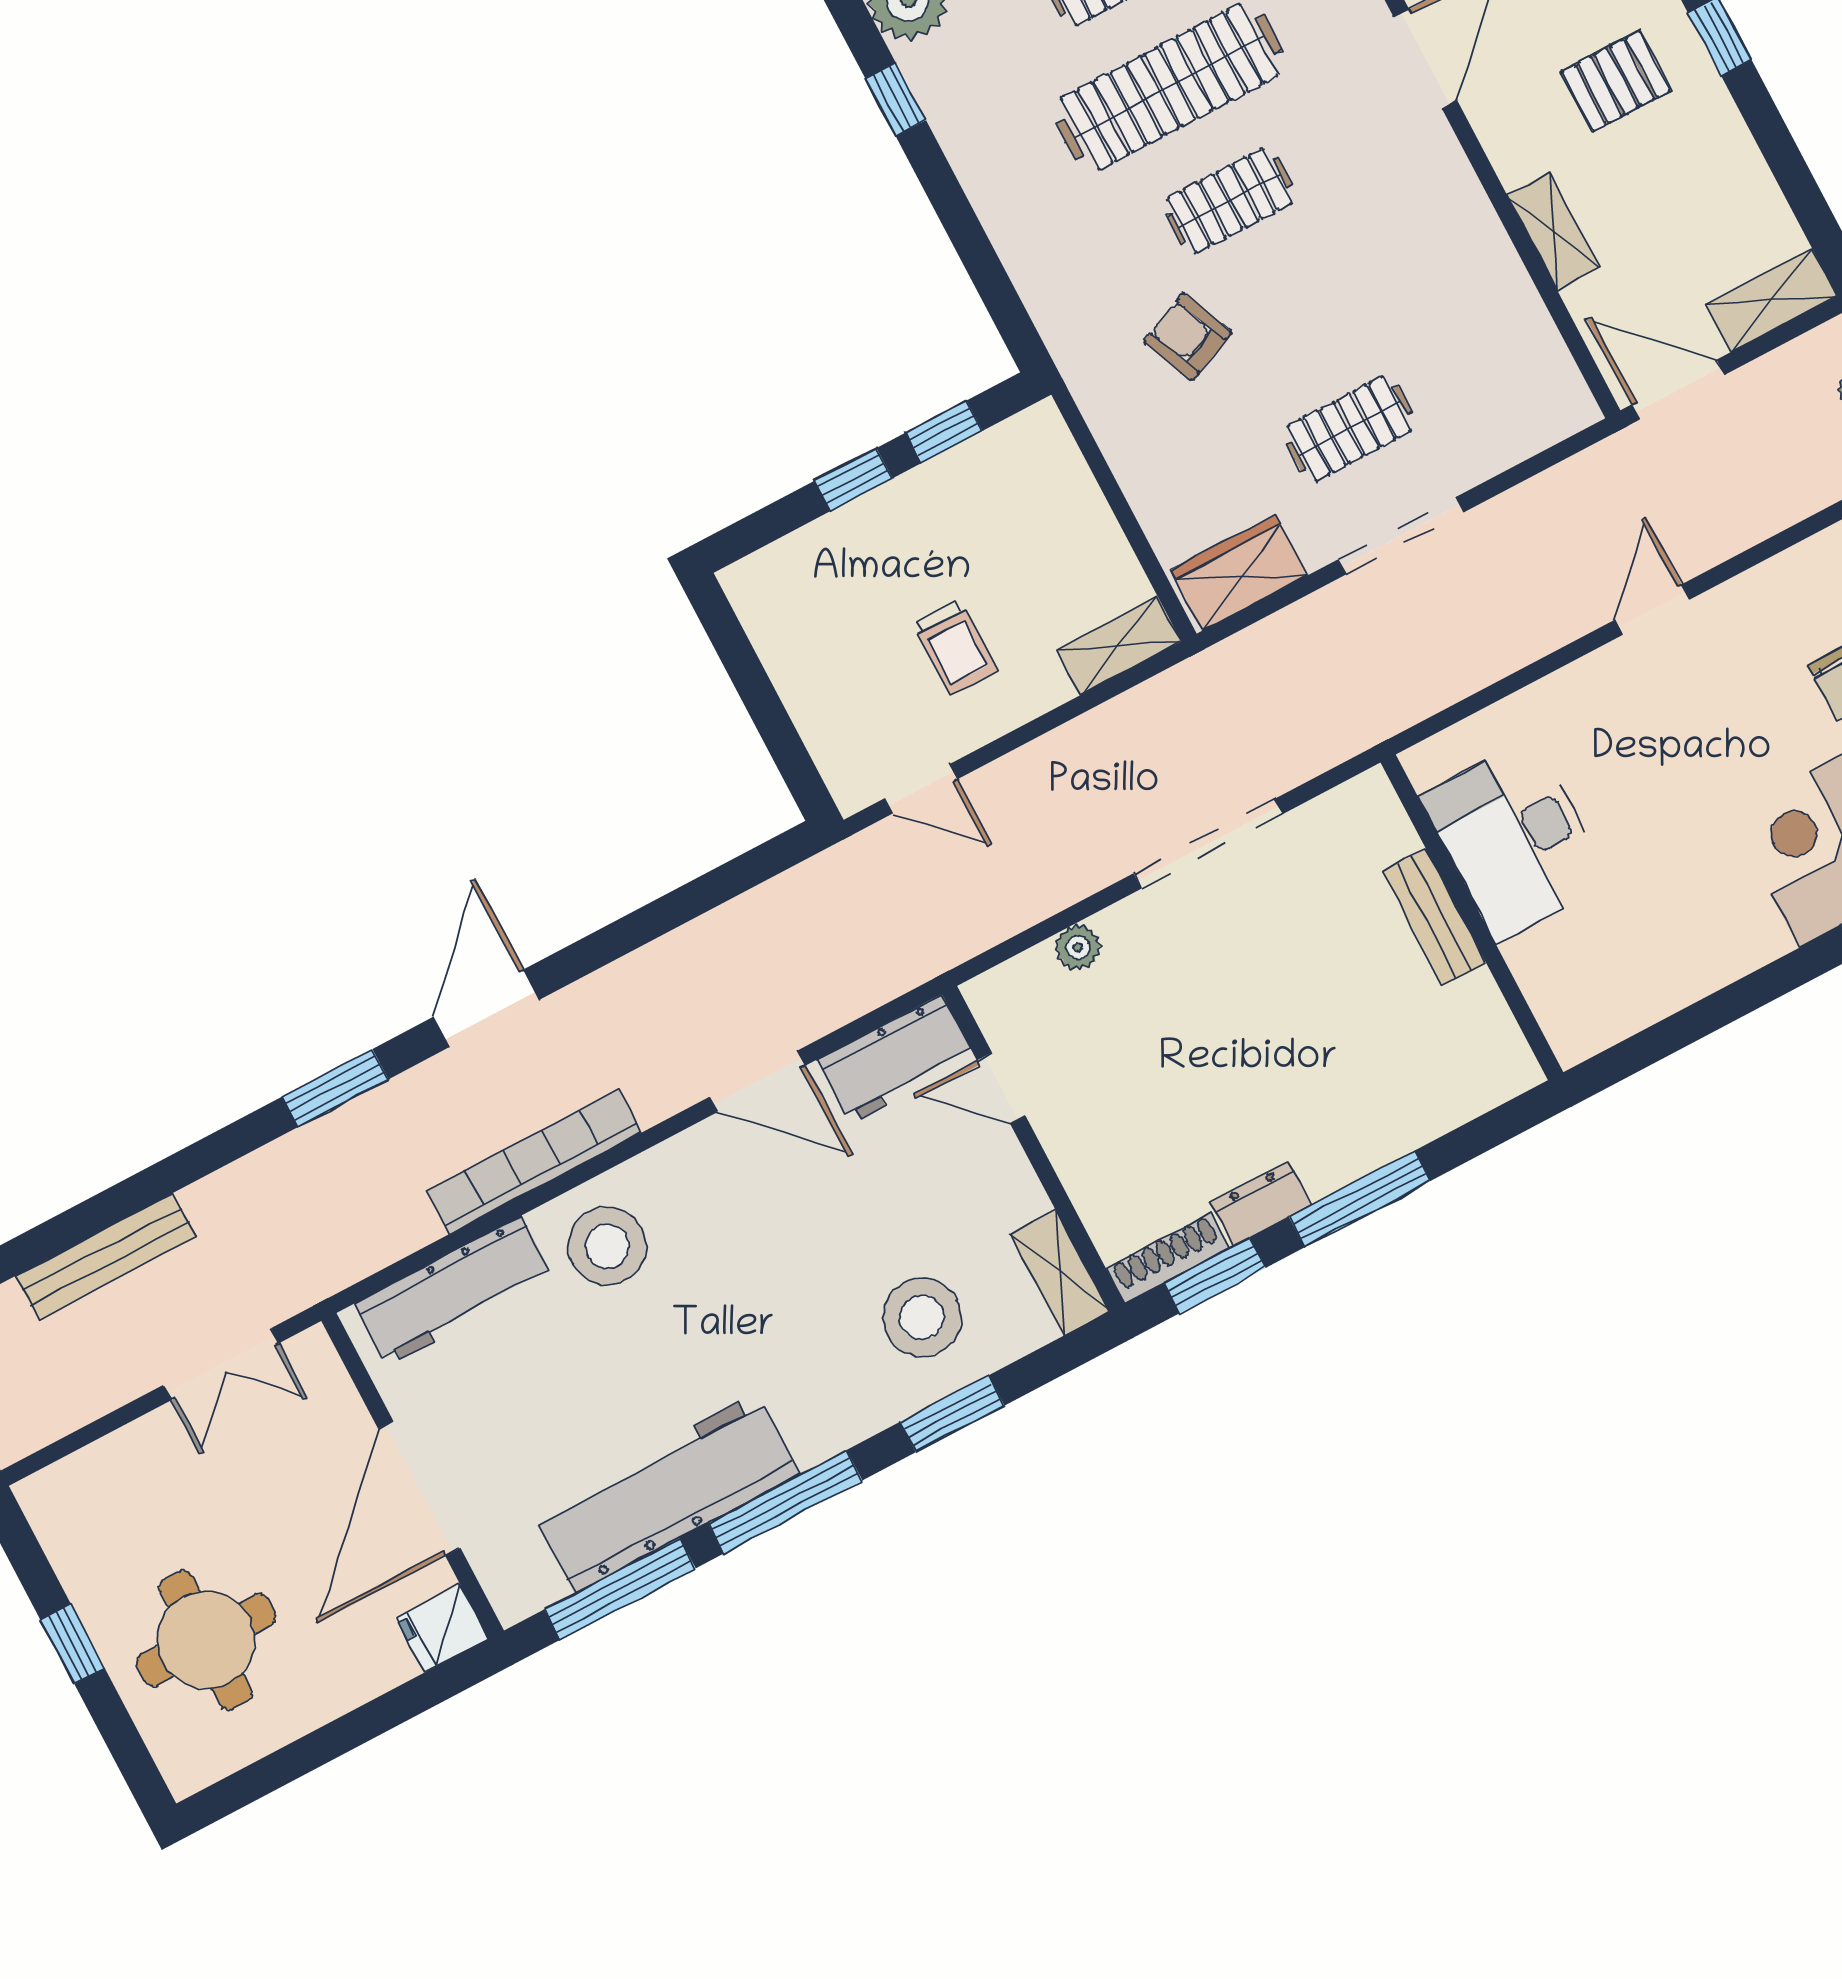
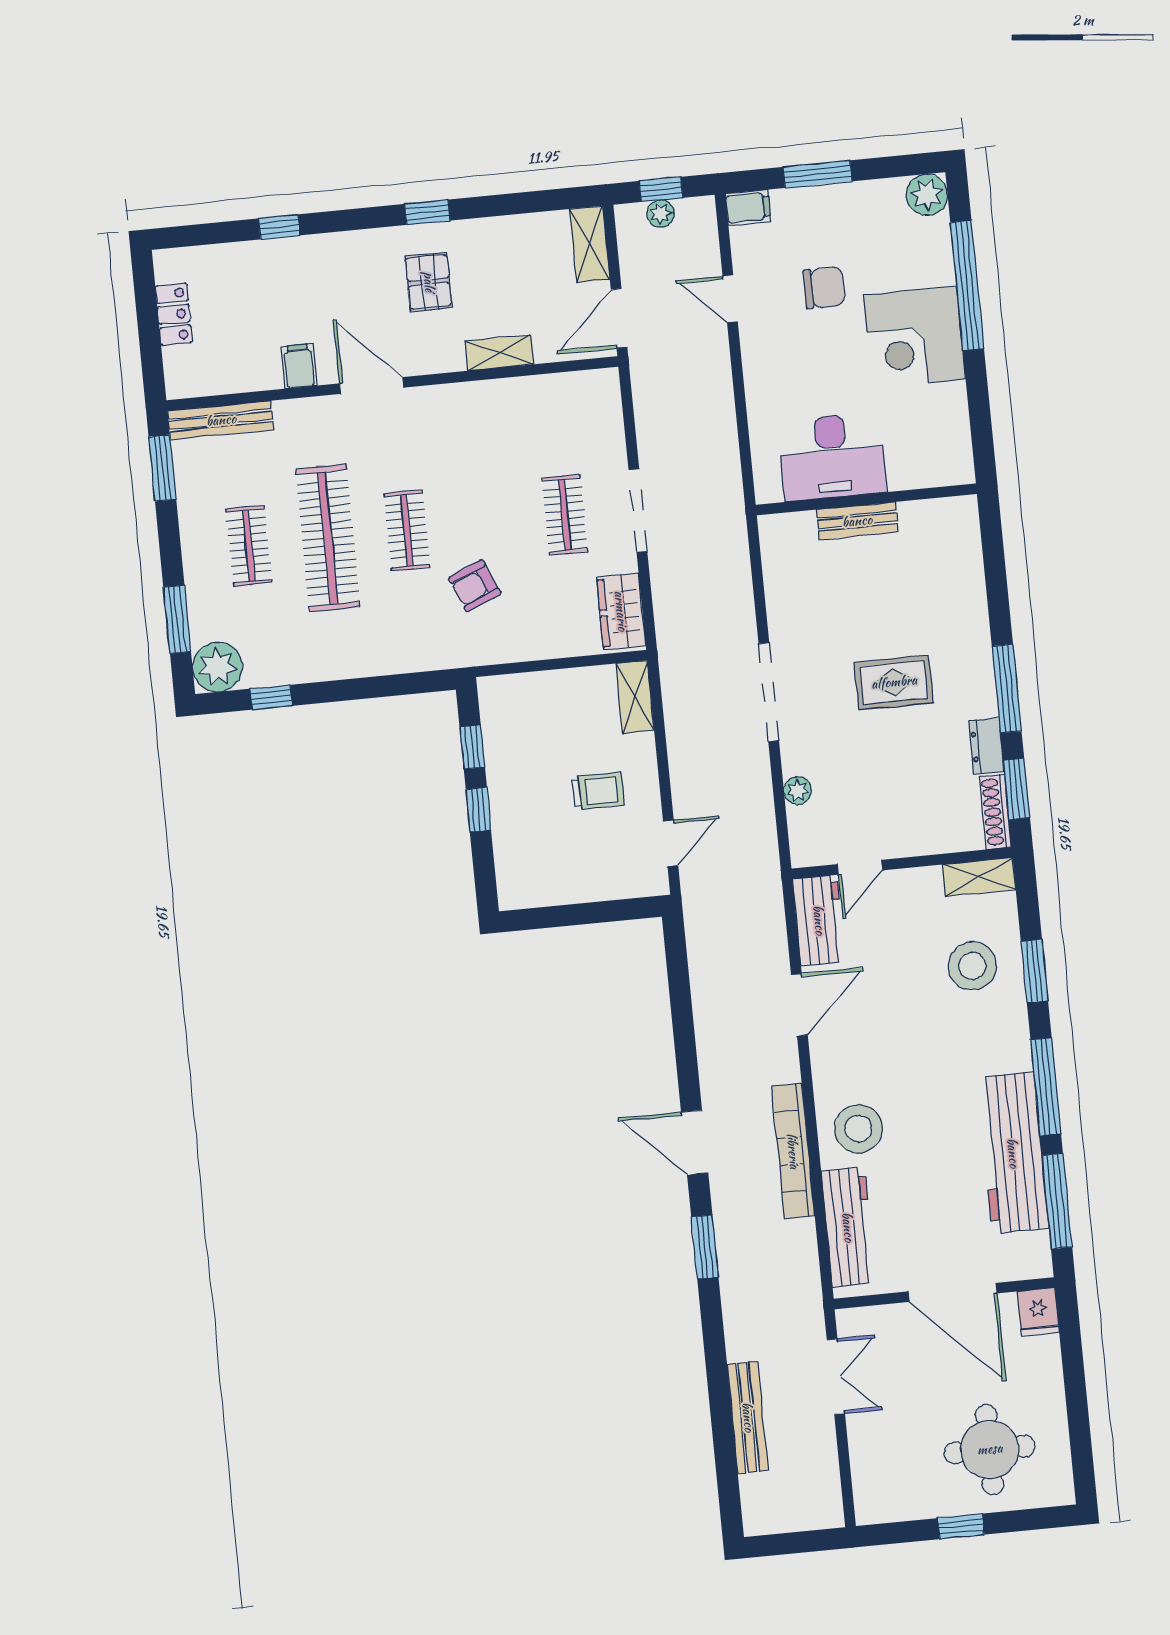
door: (1652, 610) -> (730, 299), moved
desk: (1515, 840) -> (832, 457), moved
bench: (1434, 917) -> (857, 521), moved
wall: (1472, 917) -> (866, 499), moved
rug: (1299, 1025) -> (894, 682), added

